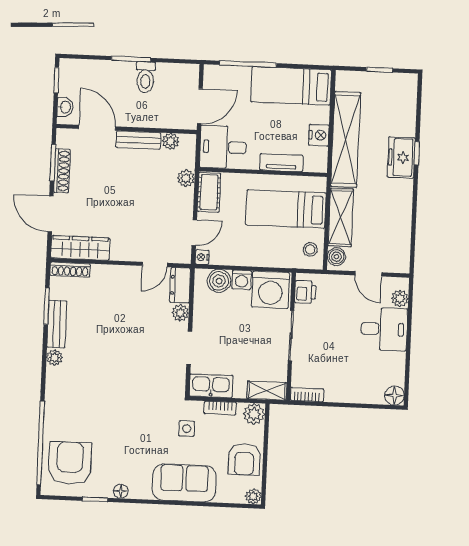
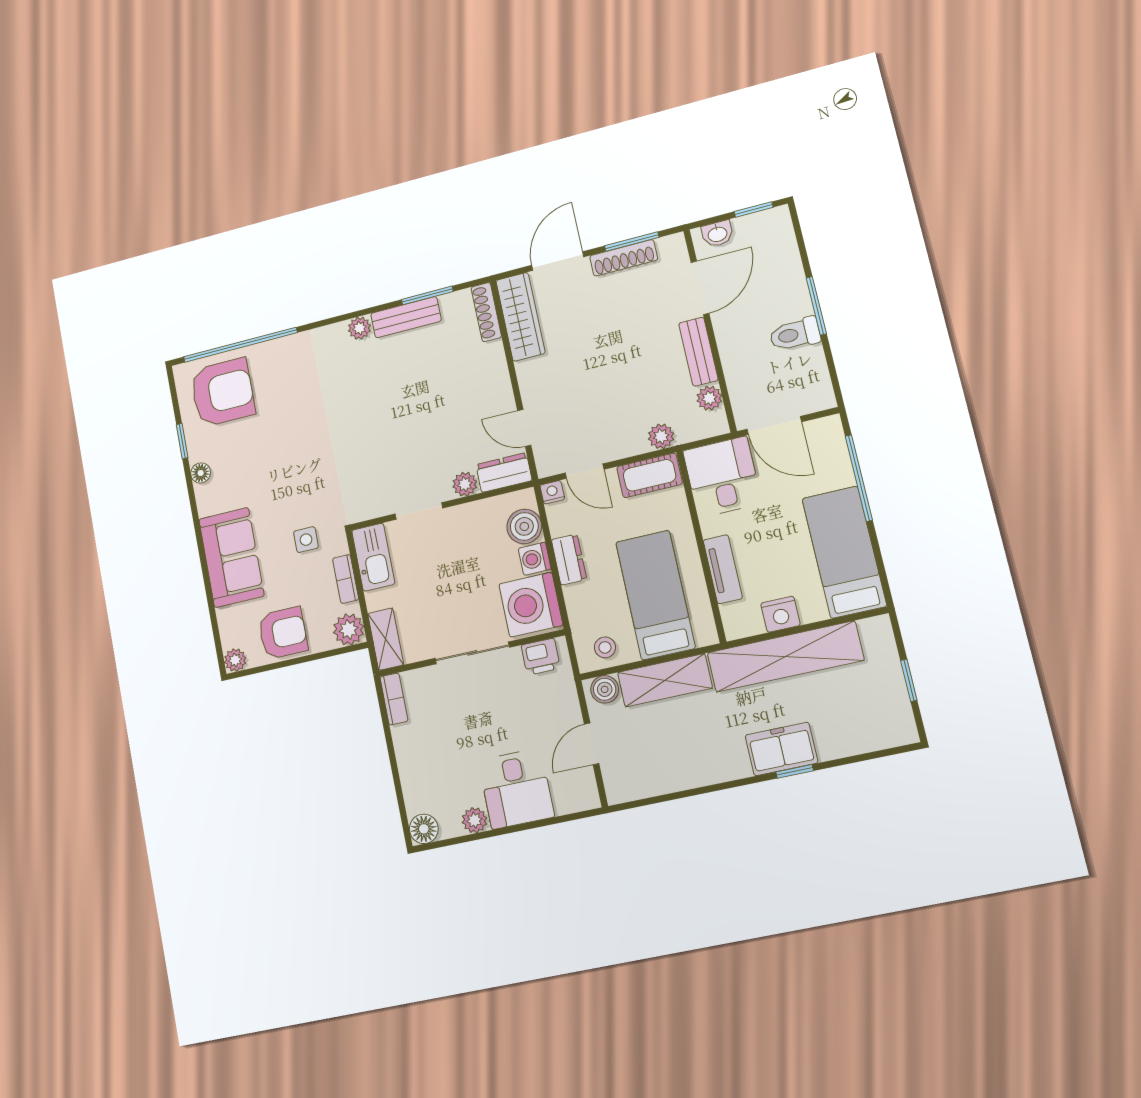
dresser: (248, 258) -> (569, 560), added
plant: (400, 298) -> (475, 820), moved
armchair: (244, 459) -> (283, 633), turned 180

